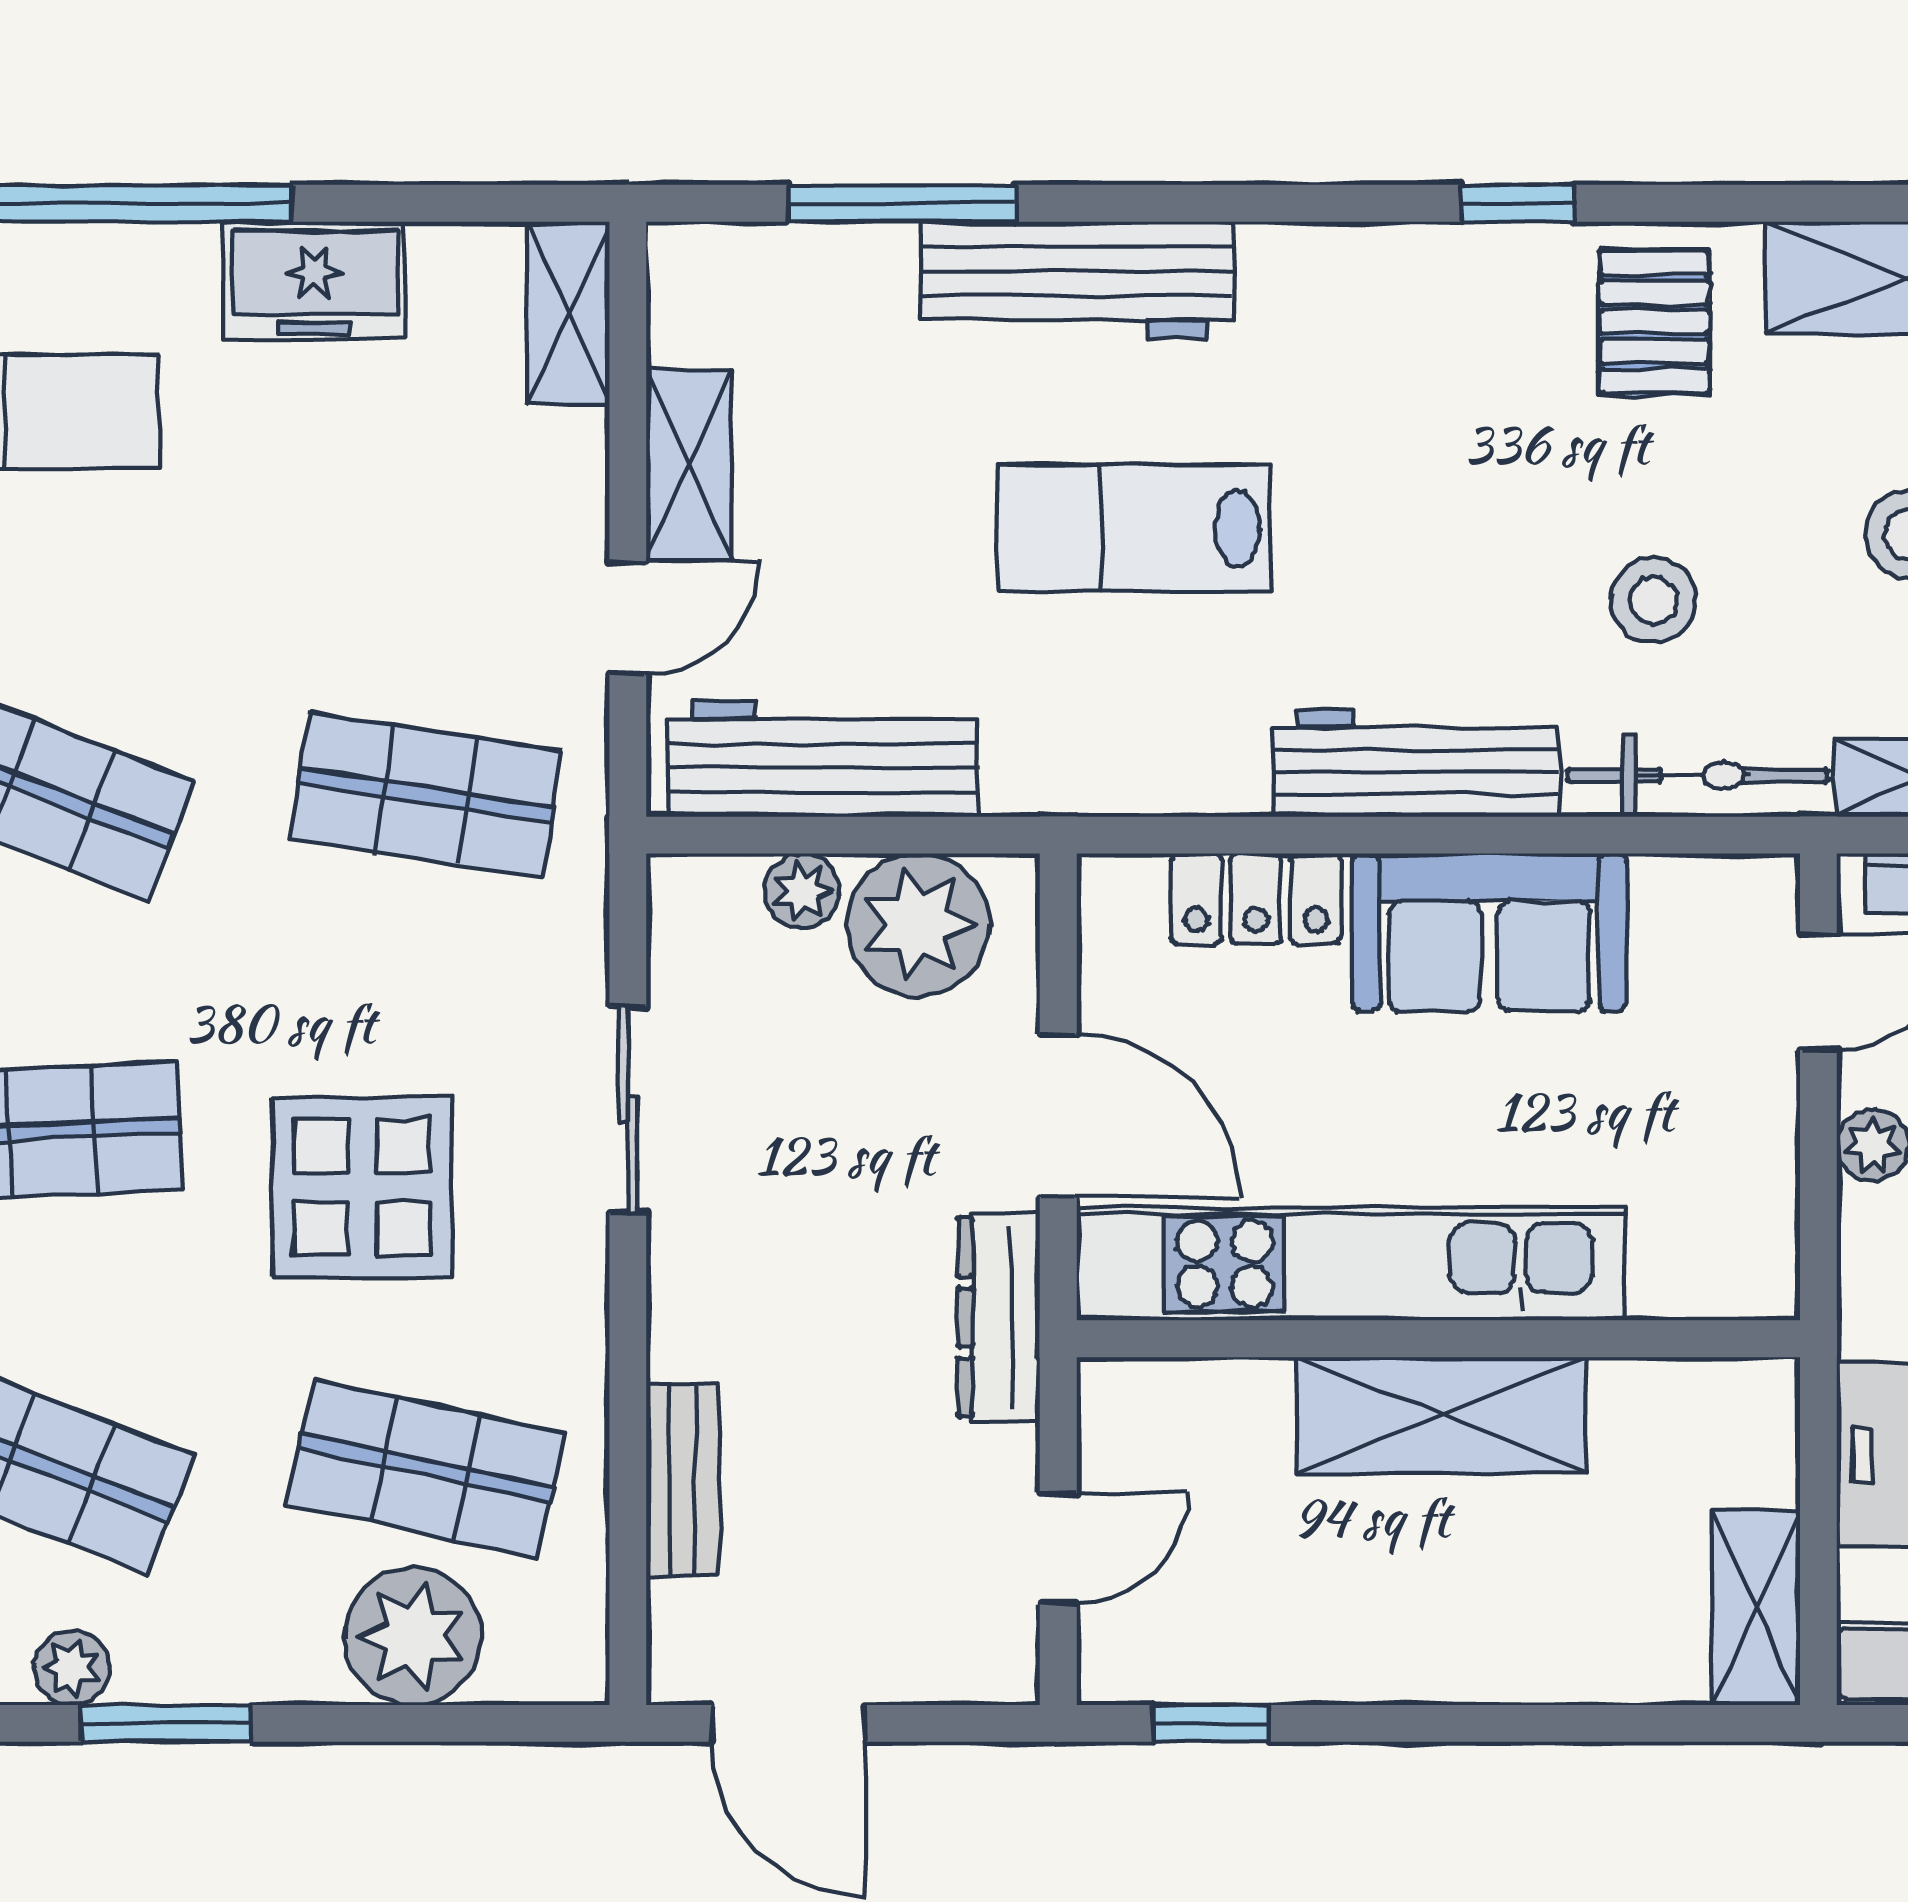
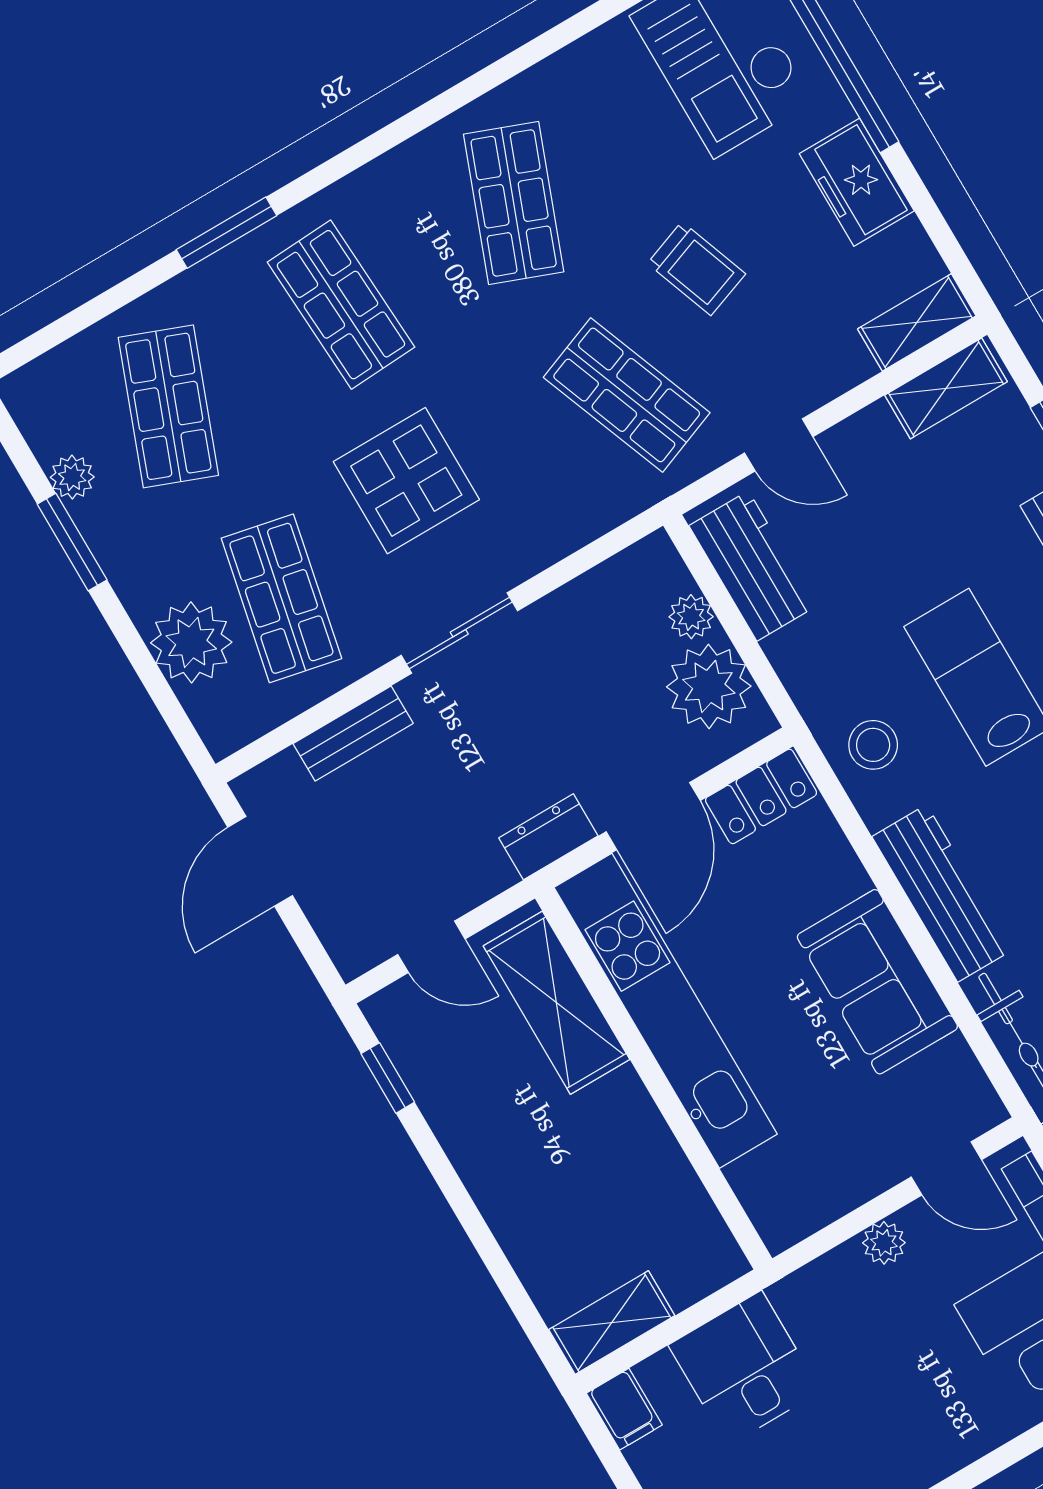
shelving: (689, 464) -> (946, 388), moved
trolley: (302, 586) -> (696, 269), added
stool: (1143, 737) -> (873, 745), added
workbench: (823, 759) -> (753, 566), width x0.73
shop shelf: (426, 795) -> (627, 395), turned -30
locker: (1256, 899) -> (761, 796), moved, turned -90
sliding door: (628, 1110) -> (459, 633), moved
dresser: (999, 1317) -> (548, 837), width x0.70
shelving: (1442, 1415) -> (556, 1003), moved

